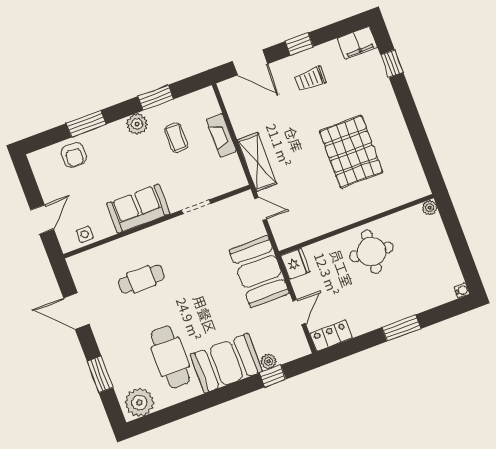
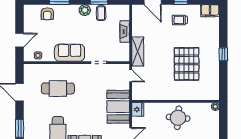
window: (392, 64) -> (223, 54), moved
coffee table: (176, 138) -> (101, 13), moved
cafe table: (141, 279) -> (58, 88), width x1.37, depth x1.35

